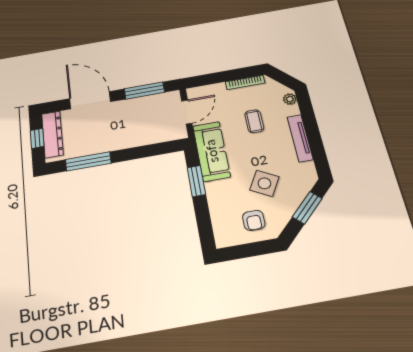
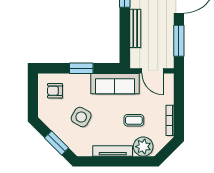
plant: (290, 99) -> (143, 147), width x1.87, depth x1.87
bench: (136, 141) -> (135, 28), added
window: (196, 181) -> (81, 68), moved
armchair: (254, 220) -> (55, 91), moved

